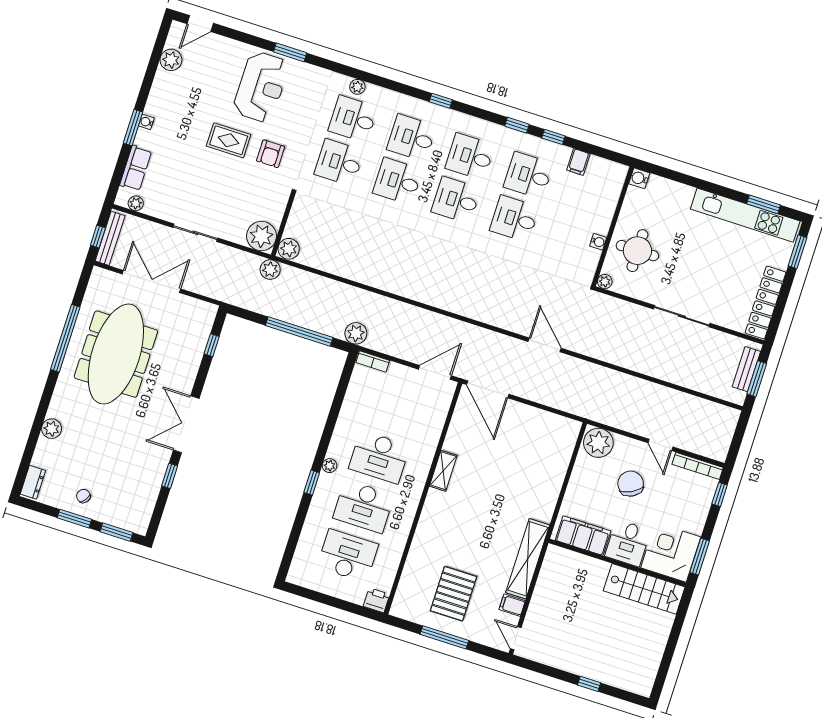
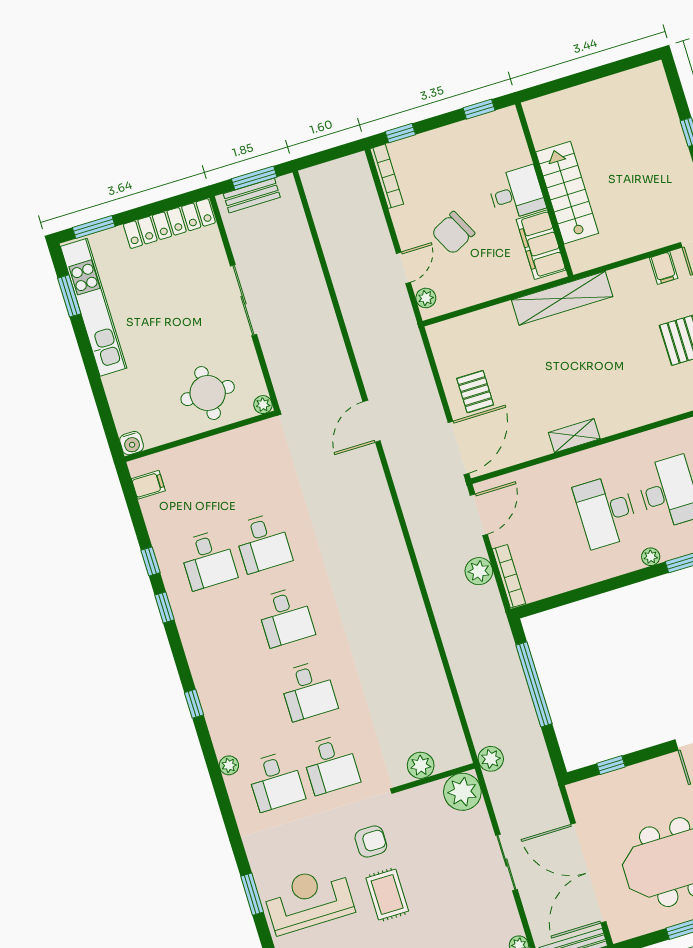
plant: (357, 87) -> (229, 765), moved
desk: (412, 138) -> (253, 707), removed
desk: (470, 156) -> (231, 634), removed
filing cabinet: (578, 162) -> (148, 485), moved
water cooler: (598, 242) -> (227, 440), removed
plant: (289, 249) -> (421, 765), moved
double door: (151, 281) -> (588, 873), width x1.36
plant: (356, 333) -> (479, 571), moved
bookcase: (373, 362) -> (509, 576), width x1.56
door: (435, 372) -> (479, 515), swing flipped
pallet: (517, 426) -> (475, 392), added
plant: (598, 443) -> (426, 298), width x0.53, depth x0.53
door: (660, 445) -> (403, 268), moved
desk: (379, 457) -> (606, 511), turned 180
corner desk: (671, 552) -> (495, 142), removed
window: (700, 557) -> (479, 109), width x0.67
shelving: (528, 559) -> (562, 298), moved
stairs: (644, 589) -> (567, 193), moved

